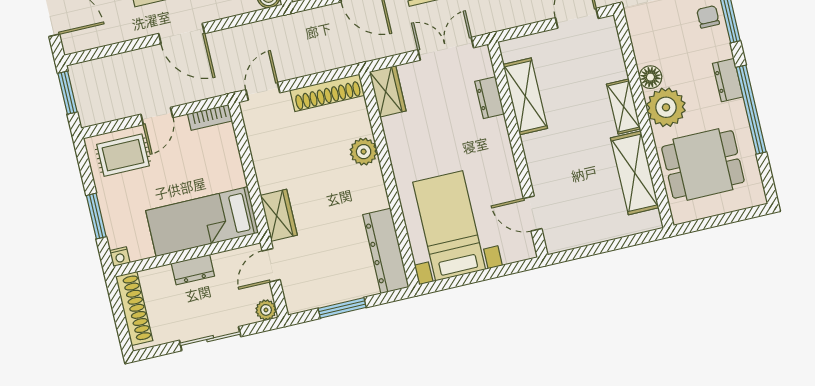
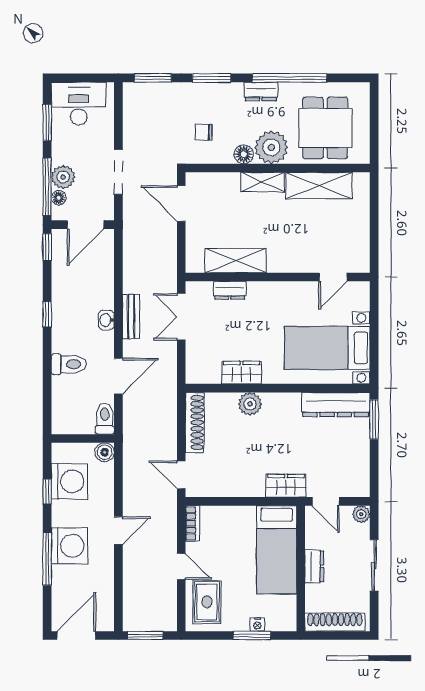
chair: (708, 17) -> (204, 132), moved
door: (182, 34) -> (118, 531), width x0.73
wardrobe: (388, 91) -> (241, 373), moved
nightstand: (120, 257) -> (257, 624), moved, turned 90
window: (342, 308) -> (374, 419), moved

